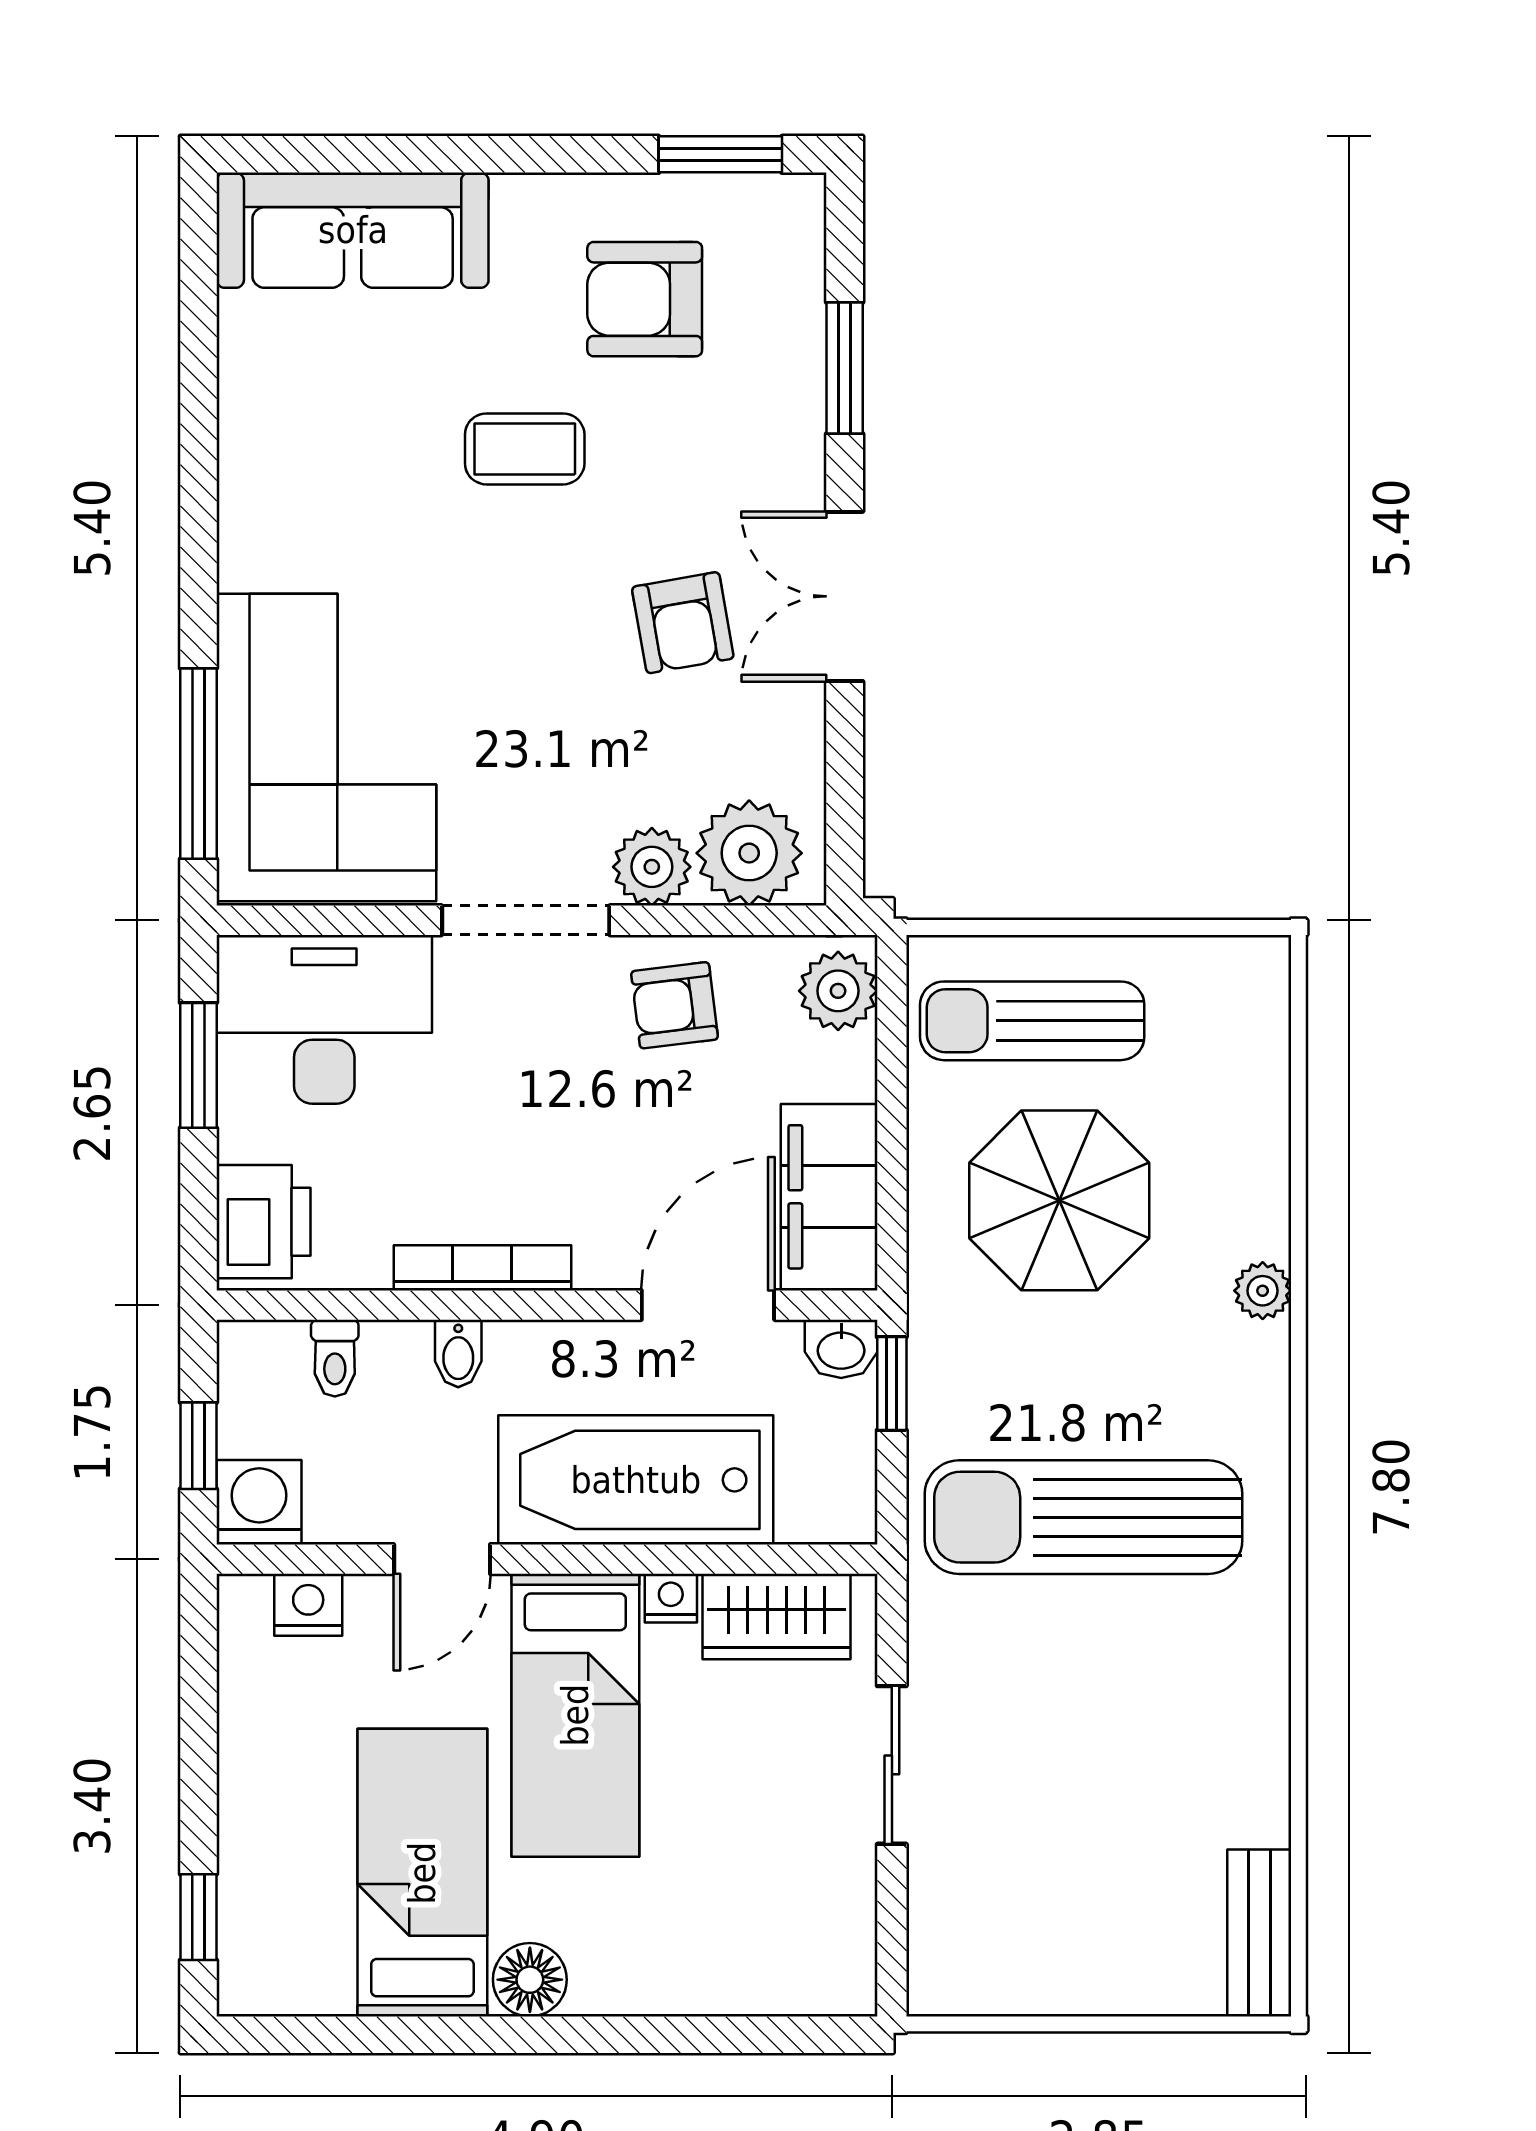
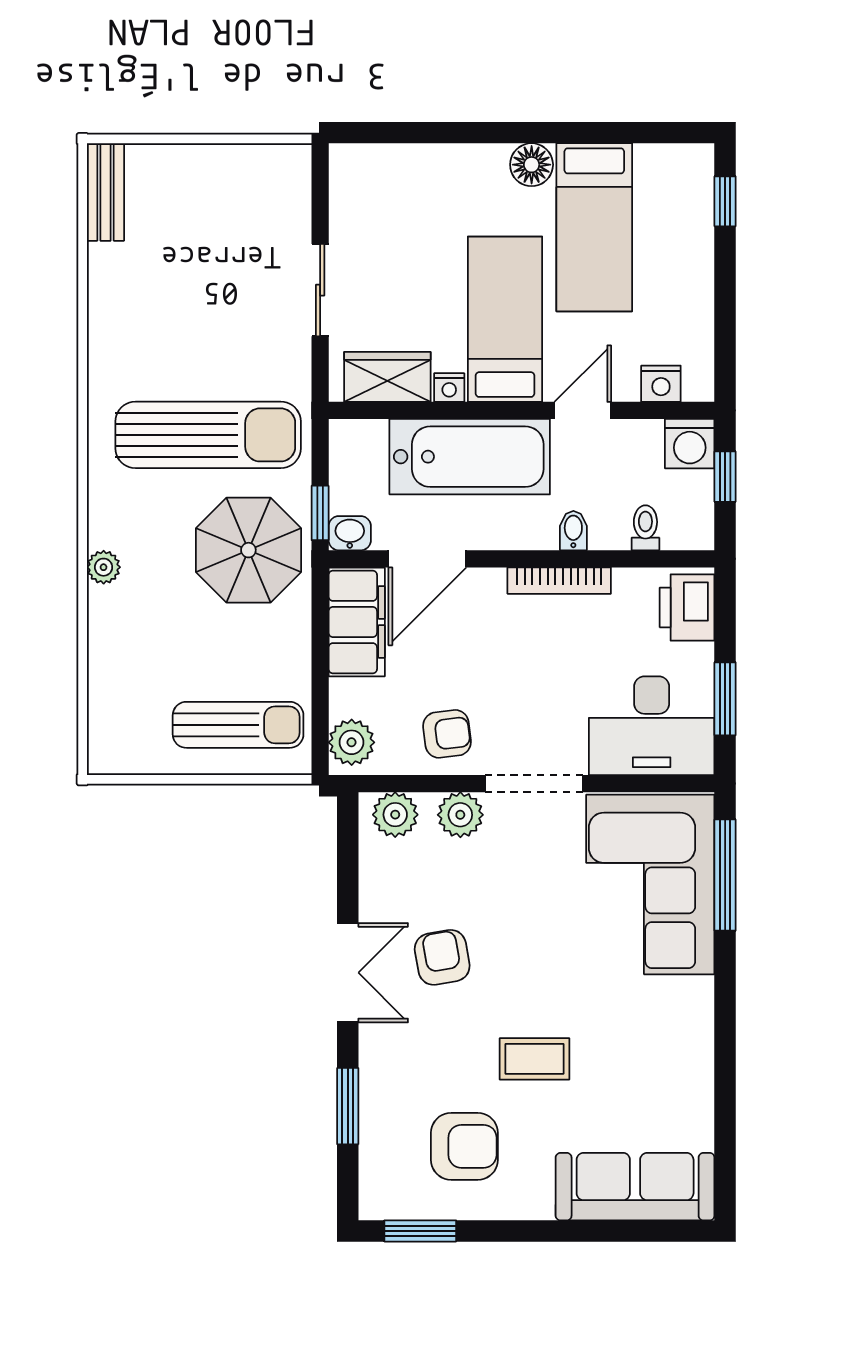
plant: (749, 853) -> (395, 815), width x0.73, depth x0.73
parasol: (1059, 1200) -> (248, 550), moved

